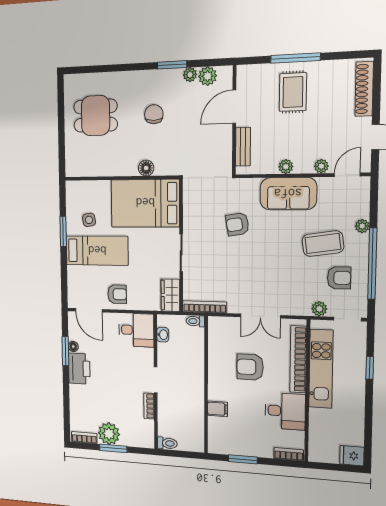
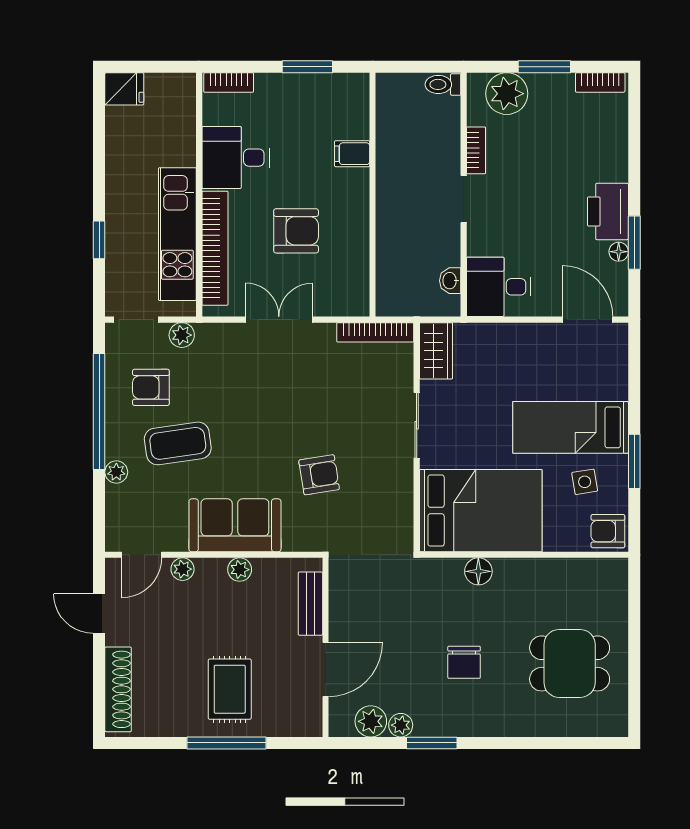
armchair: (117, 294) -> (608, 531), moved
toilet: (195, 321) -> (391, 307), removed
plant: (109, 434) -> (507, 94), moved

